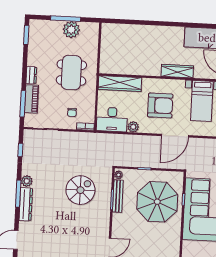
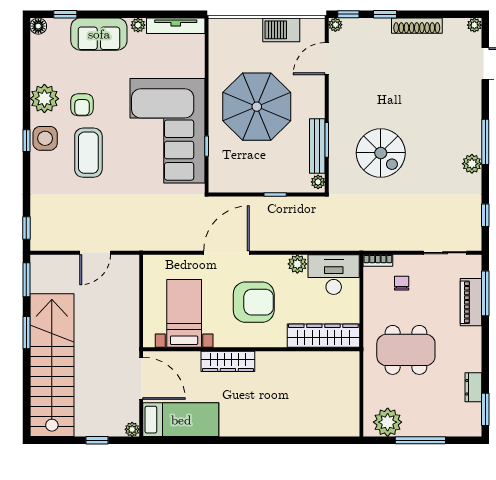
plant: (71, 30) -> (388, 422), moved
dining table: (71, 73) -> (406, 350), turned 90
dresser: (31, 75) -> (473, 387), moved
armchair: (160, 105) -> (254, 302), turned 180
spiral stairs: (80, 190) -> (381, 153), turned -90
parasol: (157, 202) -> (257, 107), moved
dresser: (26, 204) -> (472, 125), removed

